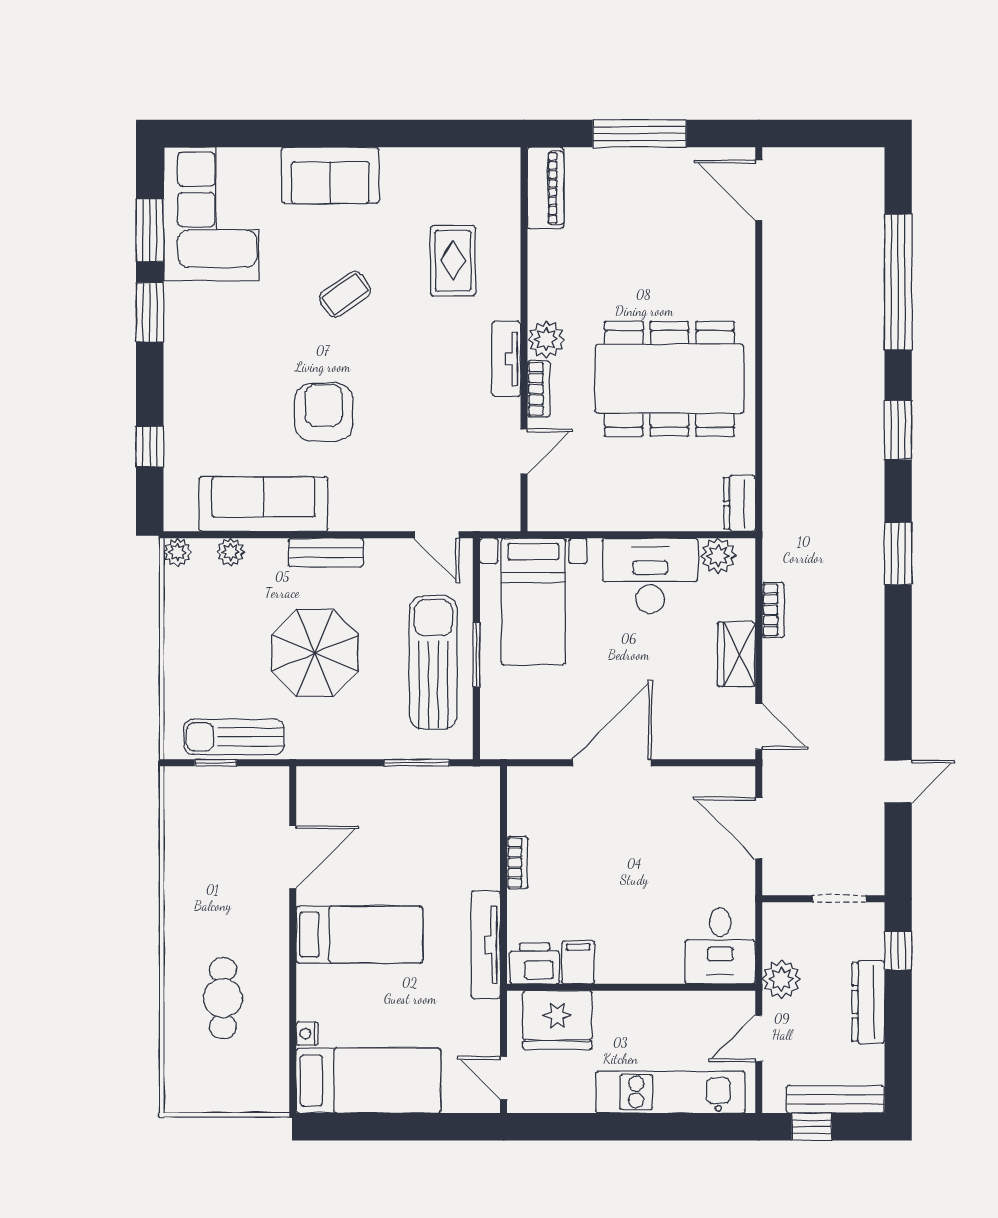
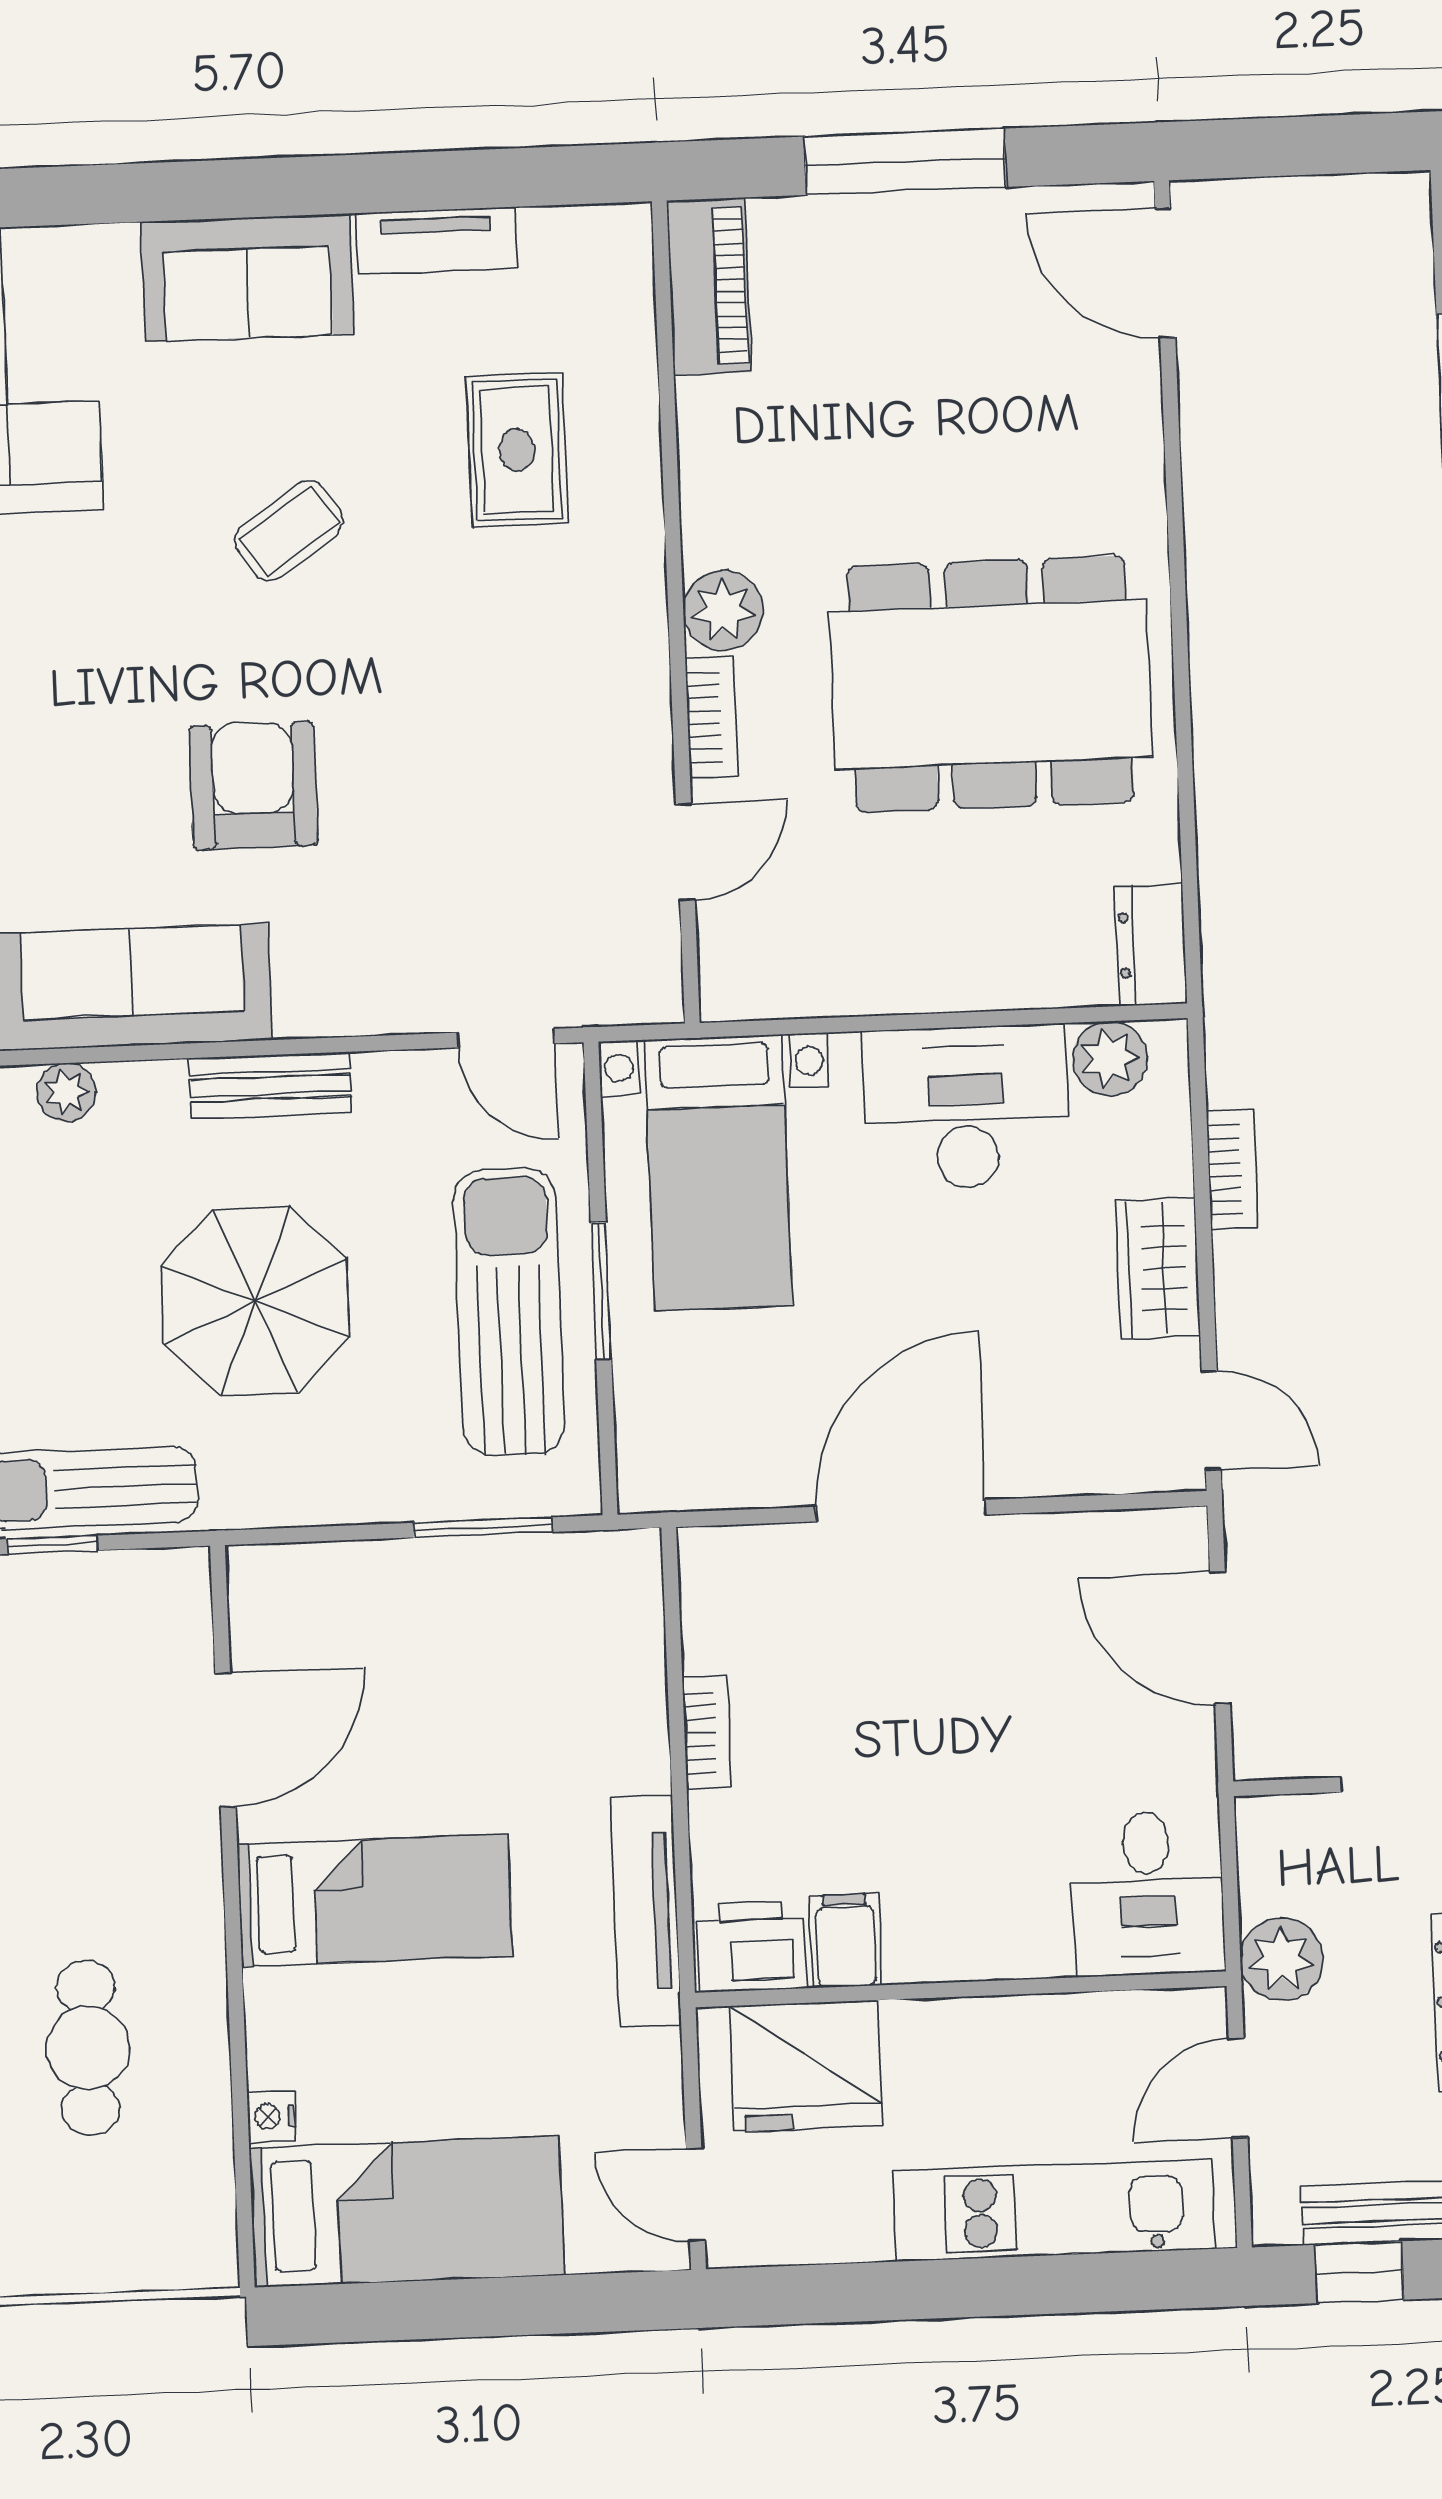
tv unit: (506, 359) -> (436, 240), moved, turned -90

